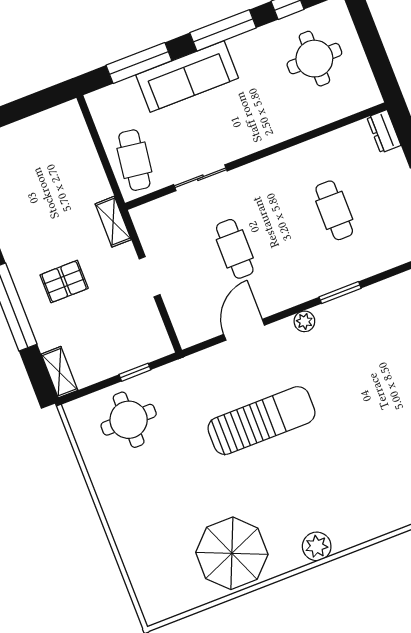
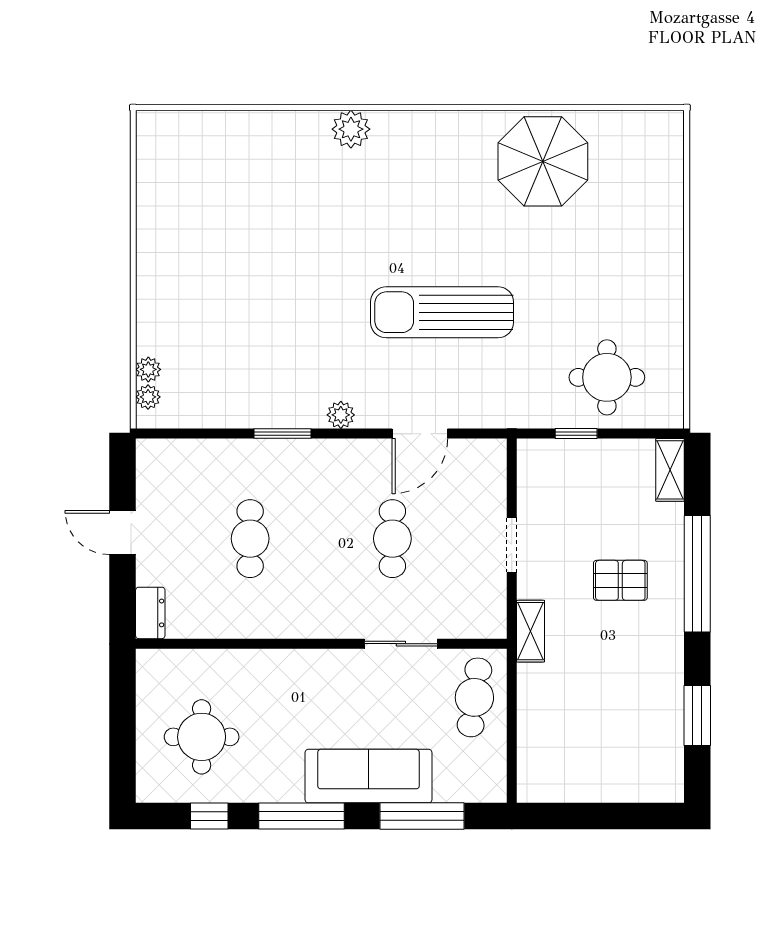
plant: (317, 546) -> (351, 129), moved

